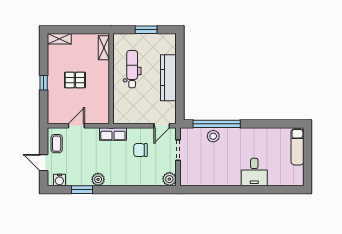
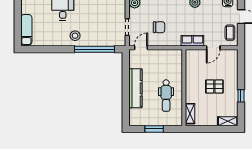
window: (44, 83) -> (241, 96), moved
row of seats: (113, 134) -> (192, 41), moved
stool: (213, 136) -> (75, 36), moved

